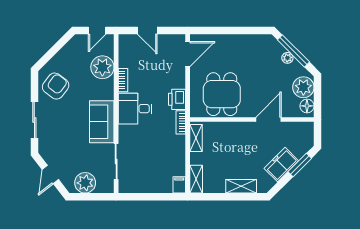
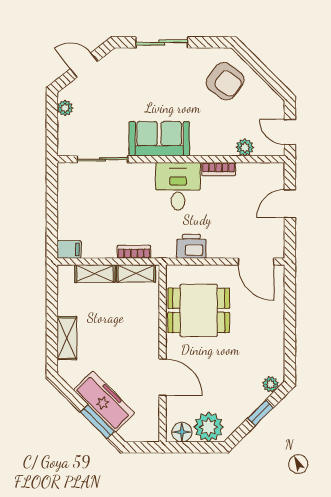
window: (293, 51) -> (260, 413), width x0.46
plant: (287, 58) -> (271, 384), moved
plant: (102, 67) -> (245, 147), width x0.53, depth x0.53
armchair: (56, 86) -> (225, 81), moved
bookcase: (181, 122) -> (134, 252), moved
freezer: (281, 165) -> (104, 401), width x1.40
shelving: (196, 179) -> (95, 274), moved
plant: (85, 183) -> (65, 108), width x0.53, depth x0.53

